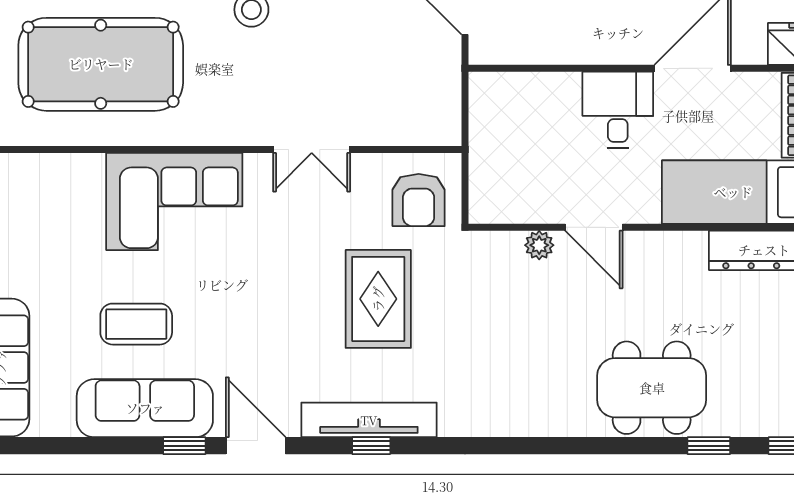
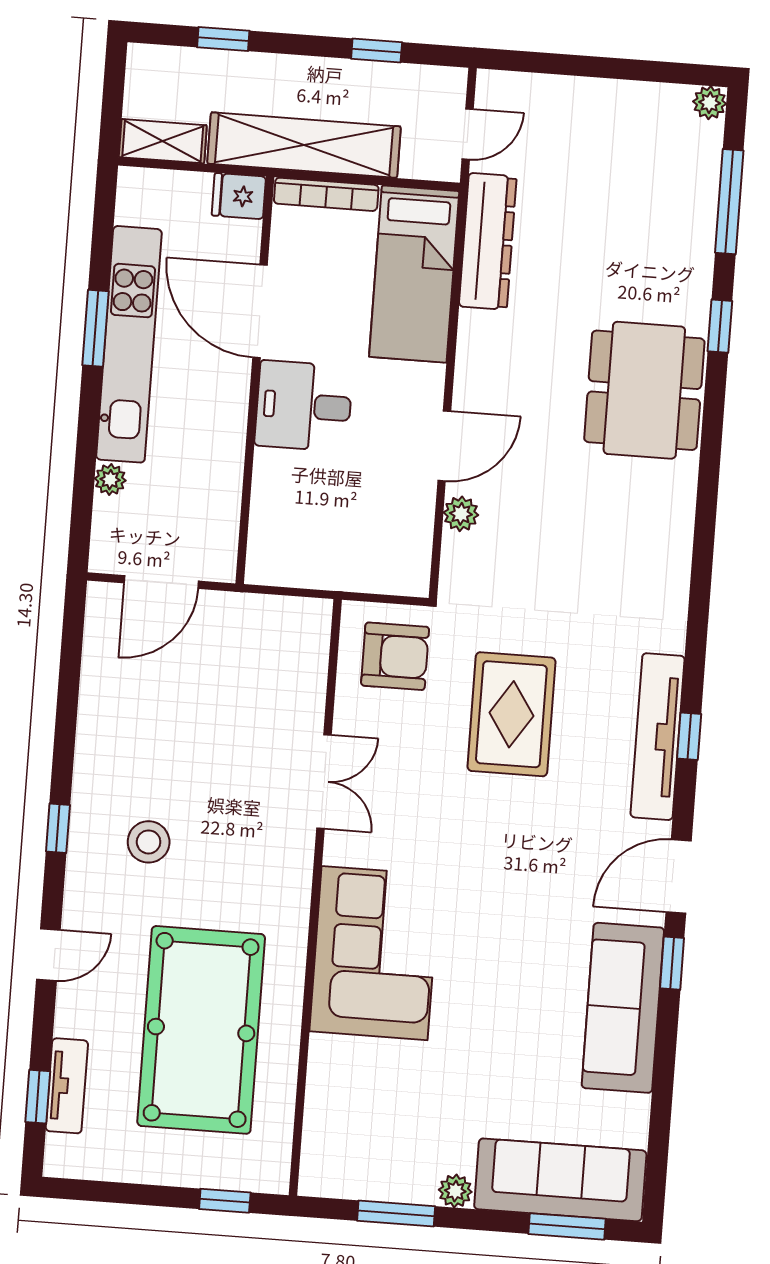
rug: (378, 299) -> (511, 714), turned 90
coffee table: (136, 324) -> (520, 1011), removed

